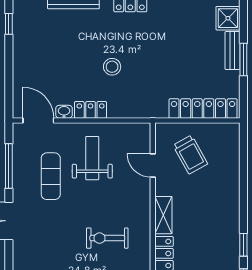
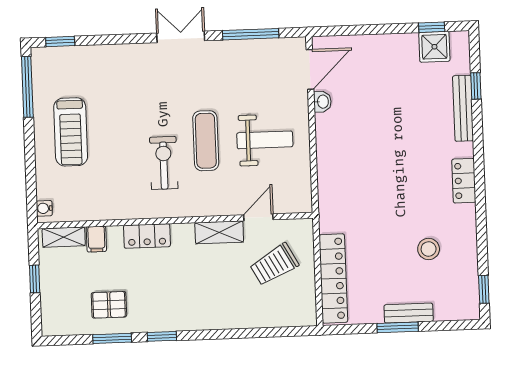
shower: (228, 18) -> (434, 47), moved
stool: (112, 67) -> (429, 249), moved
locker: (91, 110) -> (326, 135), removed
exercise mat: (51, 176) -> (206, 141), moved, turned 90
shelving: (163, 215) -> (219, 232), moved

